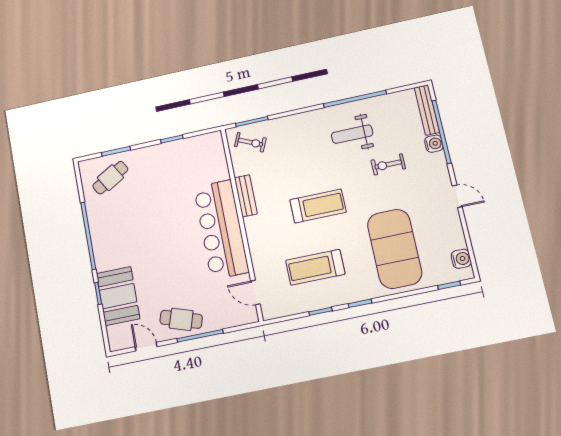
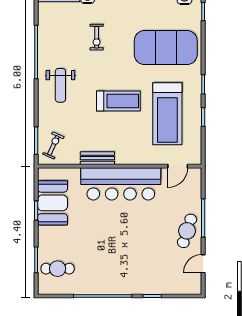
weight bench: (352, 134) -> (60, 85), moved
cafe table: (110, 178) -> (58, 269), turned -60
treadmill: (318, 206) -> (118, 101), turned 90
treadmill: (315, 267) -> (167, 114), width x1.37, depth x1.38
booth: (118, 296) -> (52, 203), moved, turned 90

